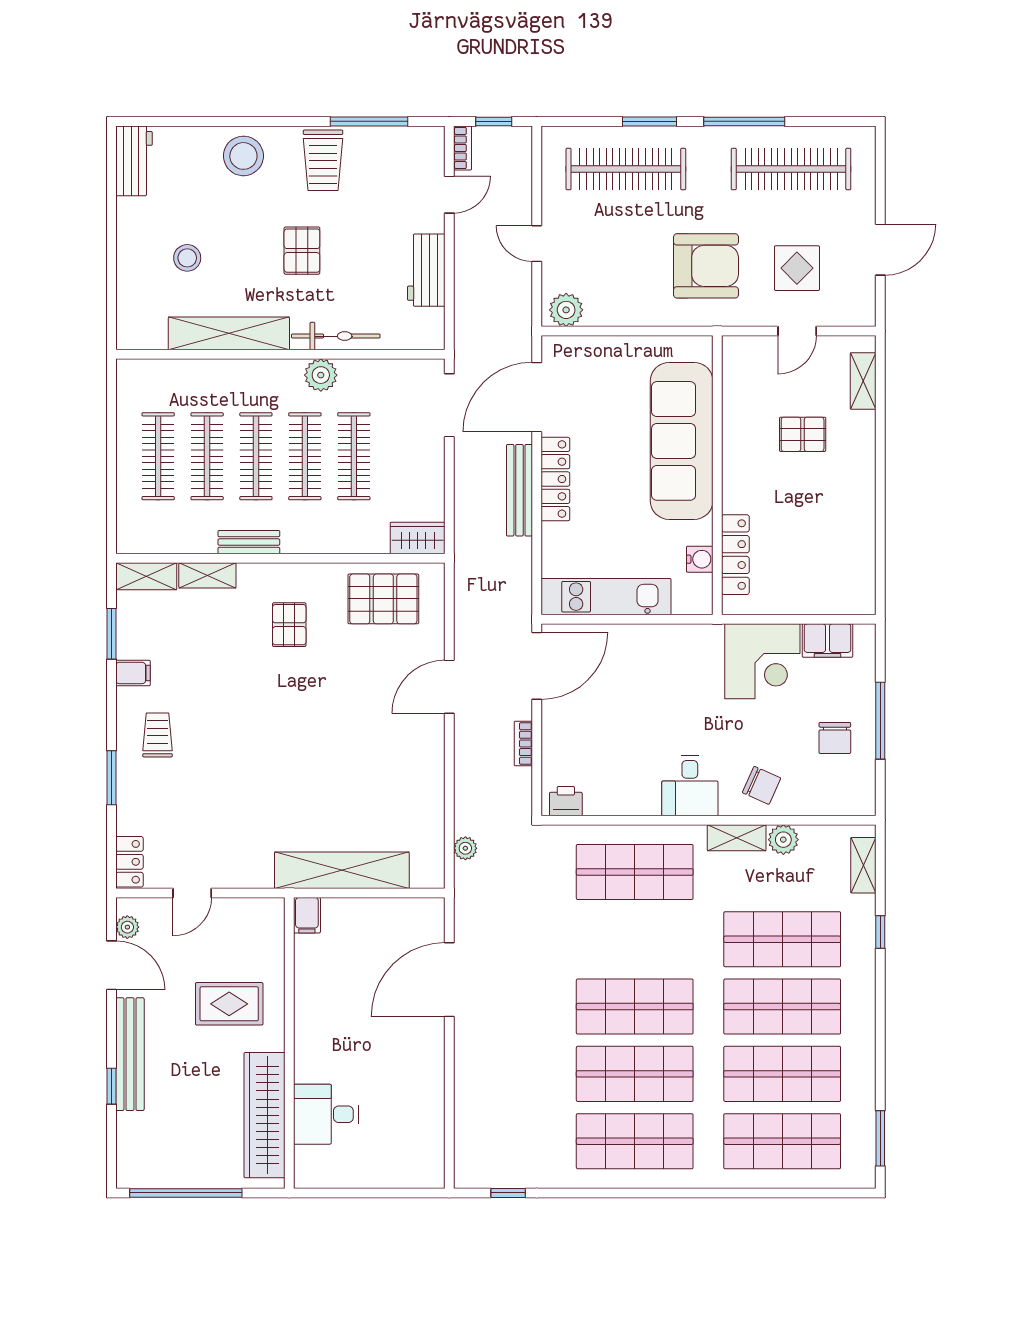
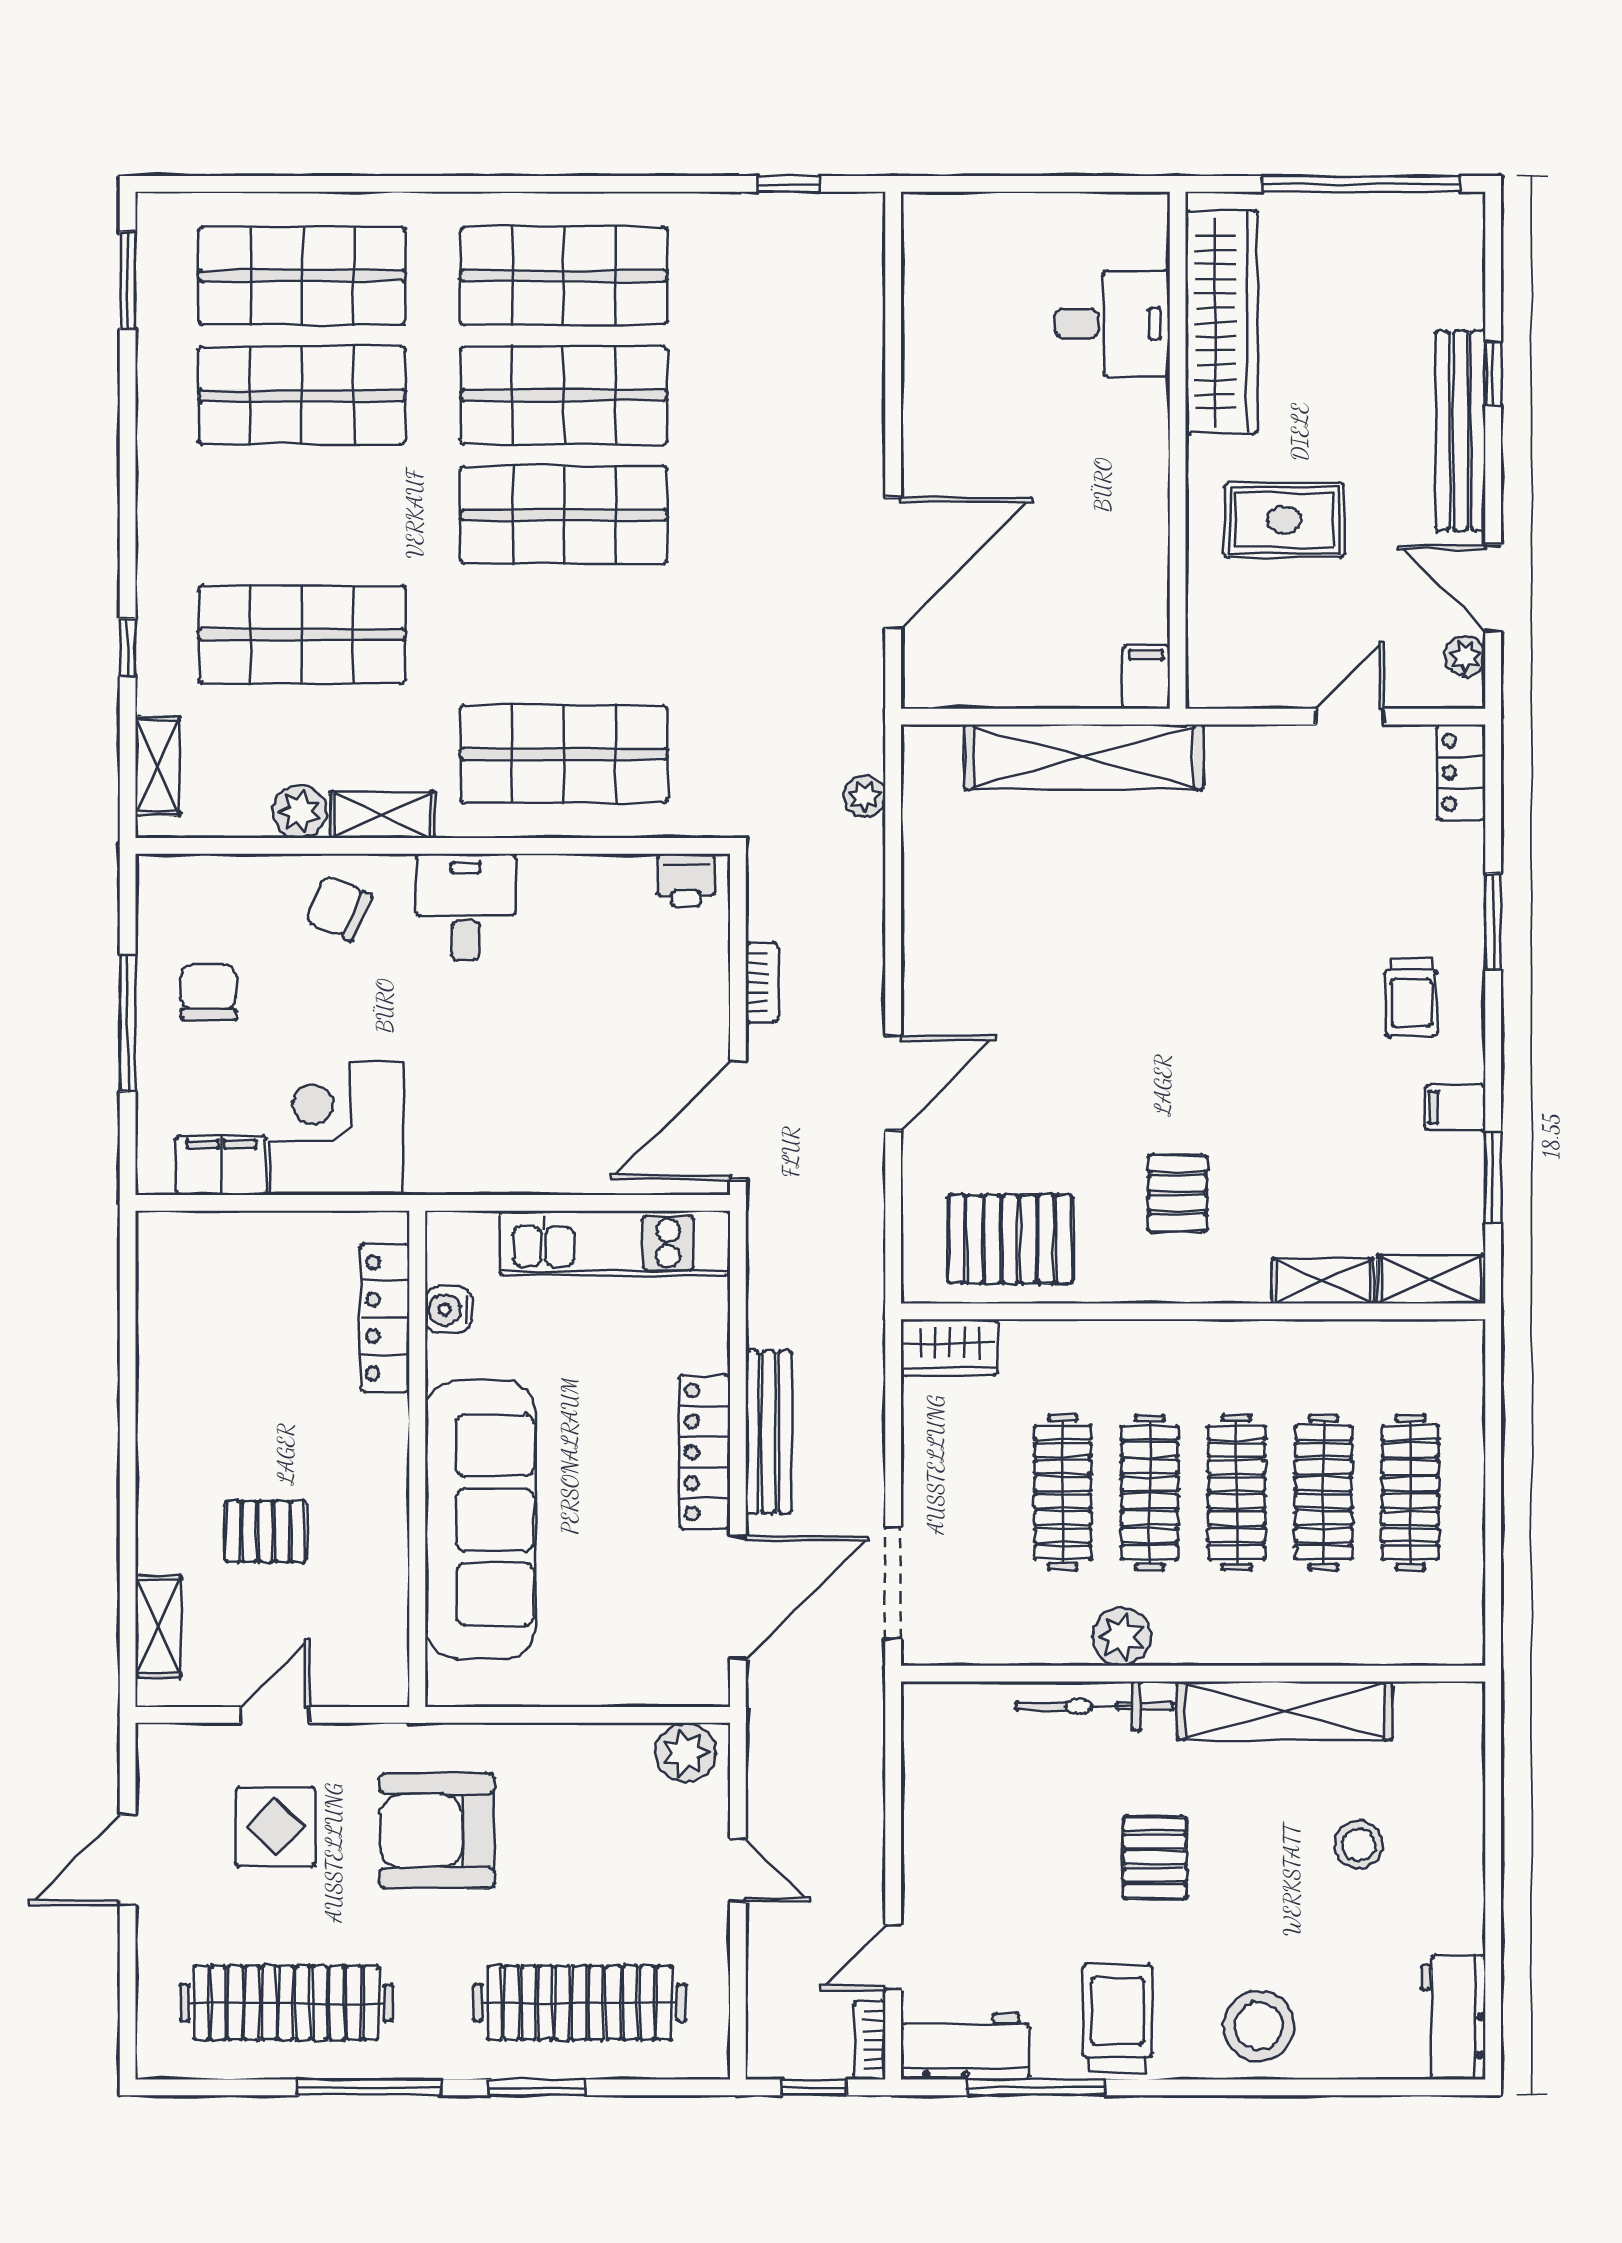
workbench: (426, 270) -> (965, 2046), moved, turned -90
bench: (249, 542) -> (1249, 1340), removed
shop shelf: (782, 1007) -> (302, 515), removed

